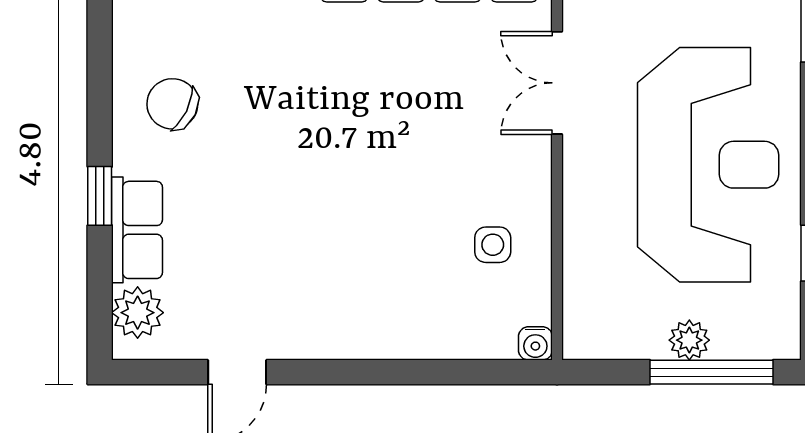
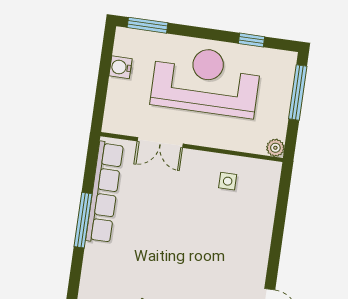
plant: (689, 340) -> (275, 148), moved
water cooler: (535, 343) -> (274, 169), removed

